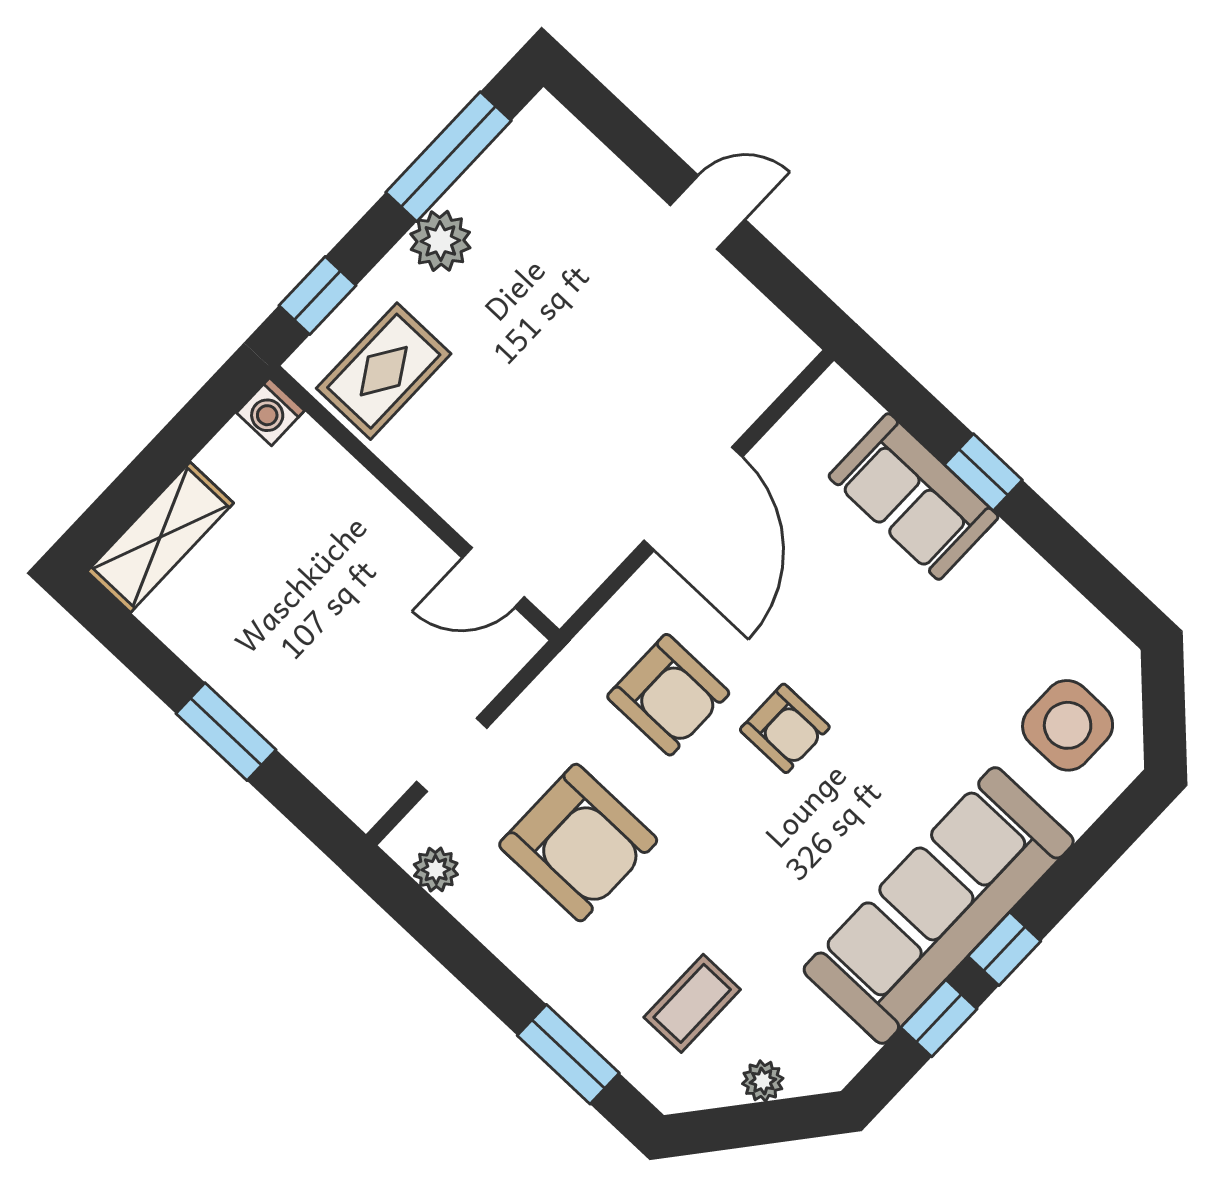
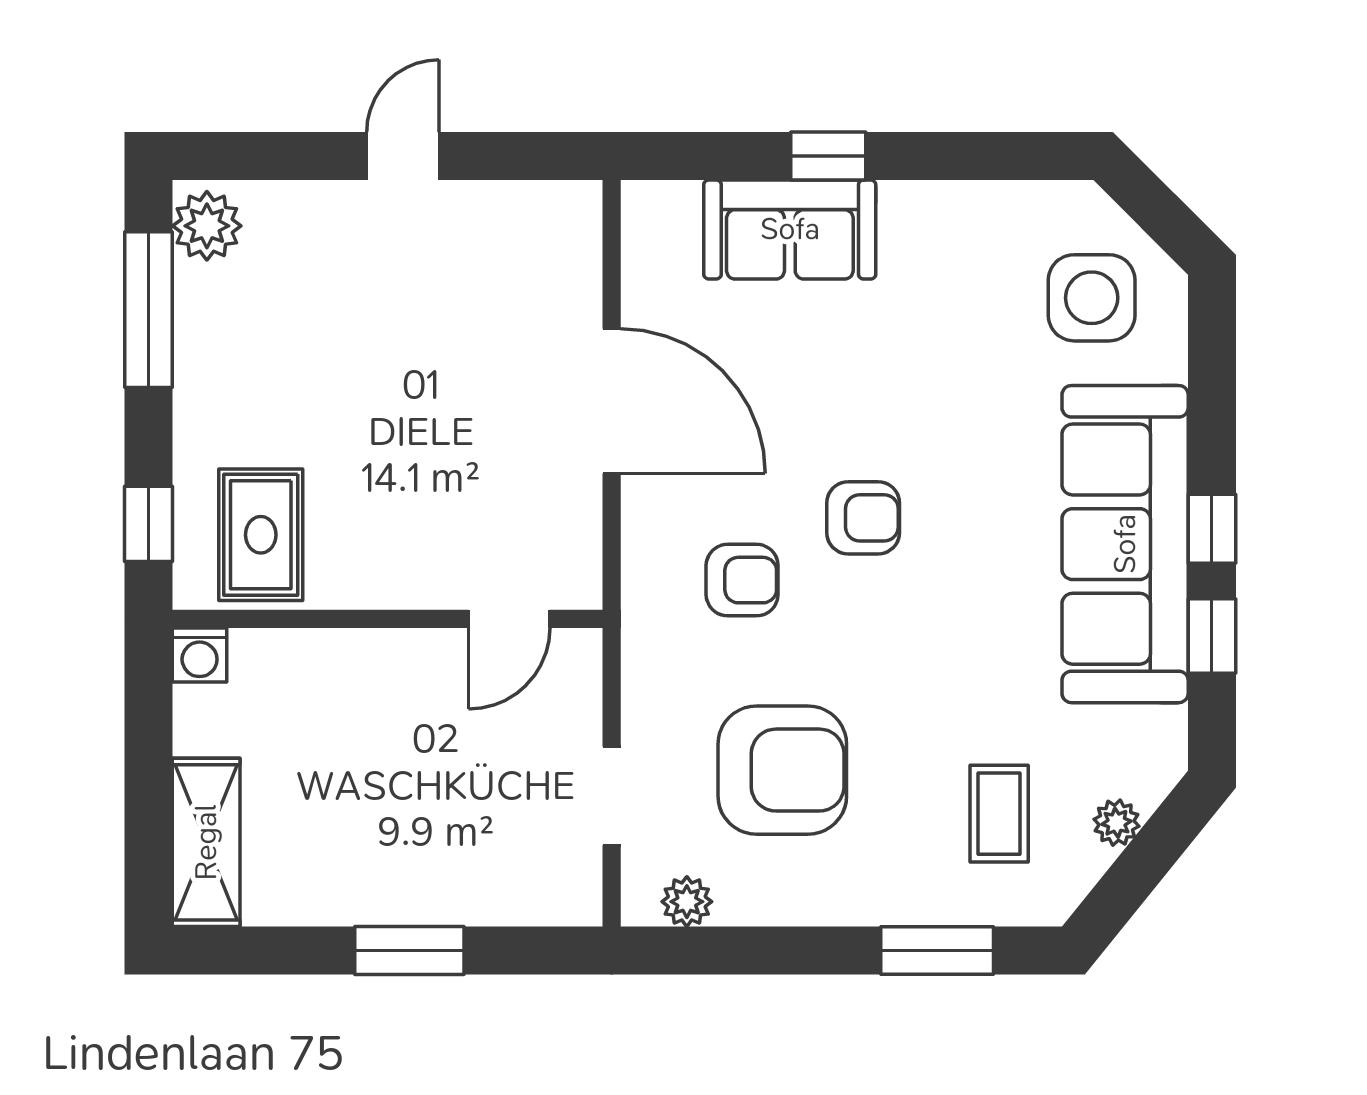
plant: (440, 241) -> (207, 226), moved
armchair: (668, 695) -> (742, 580), width x0.72, depth x0.72

